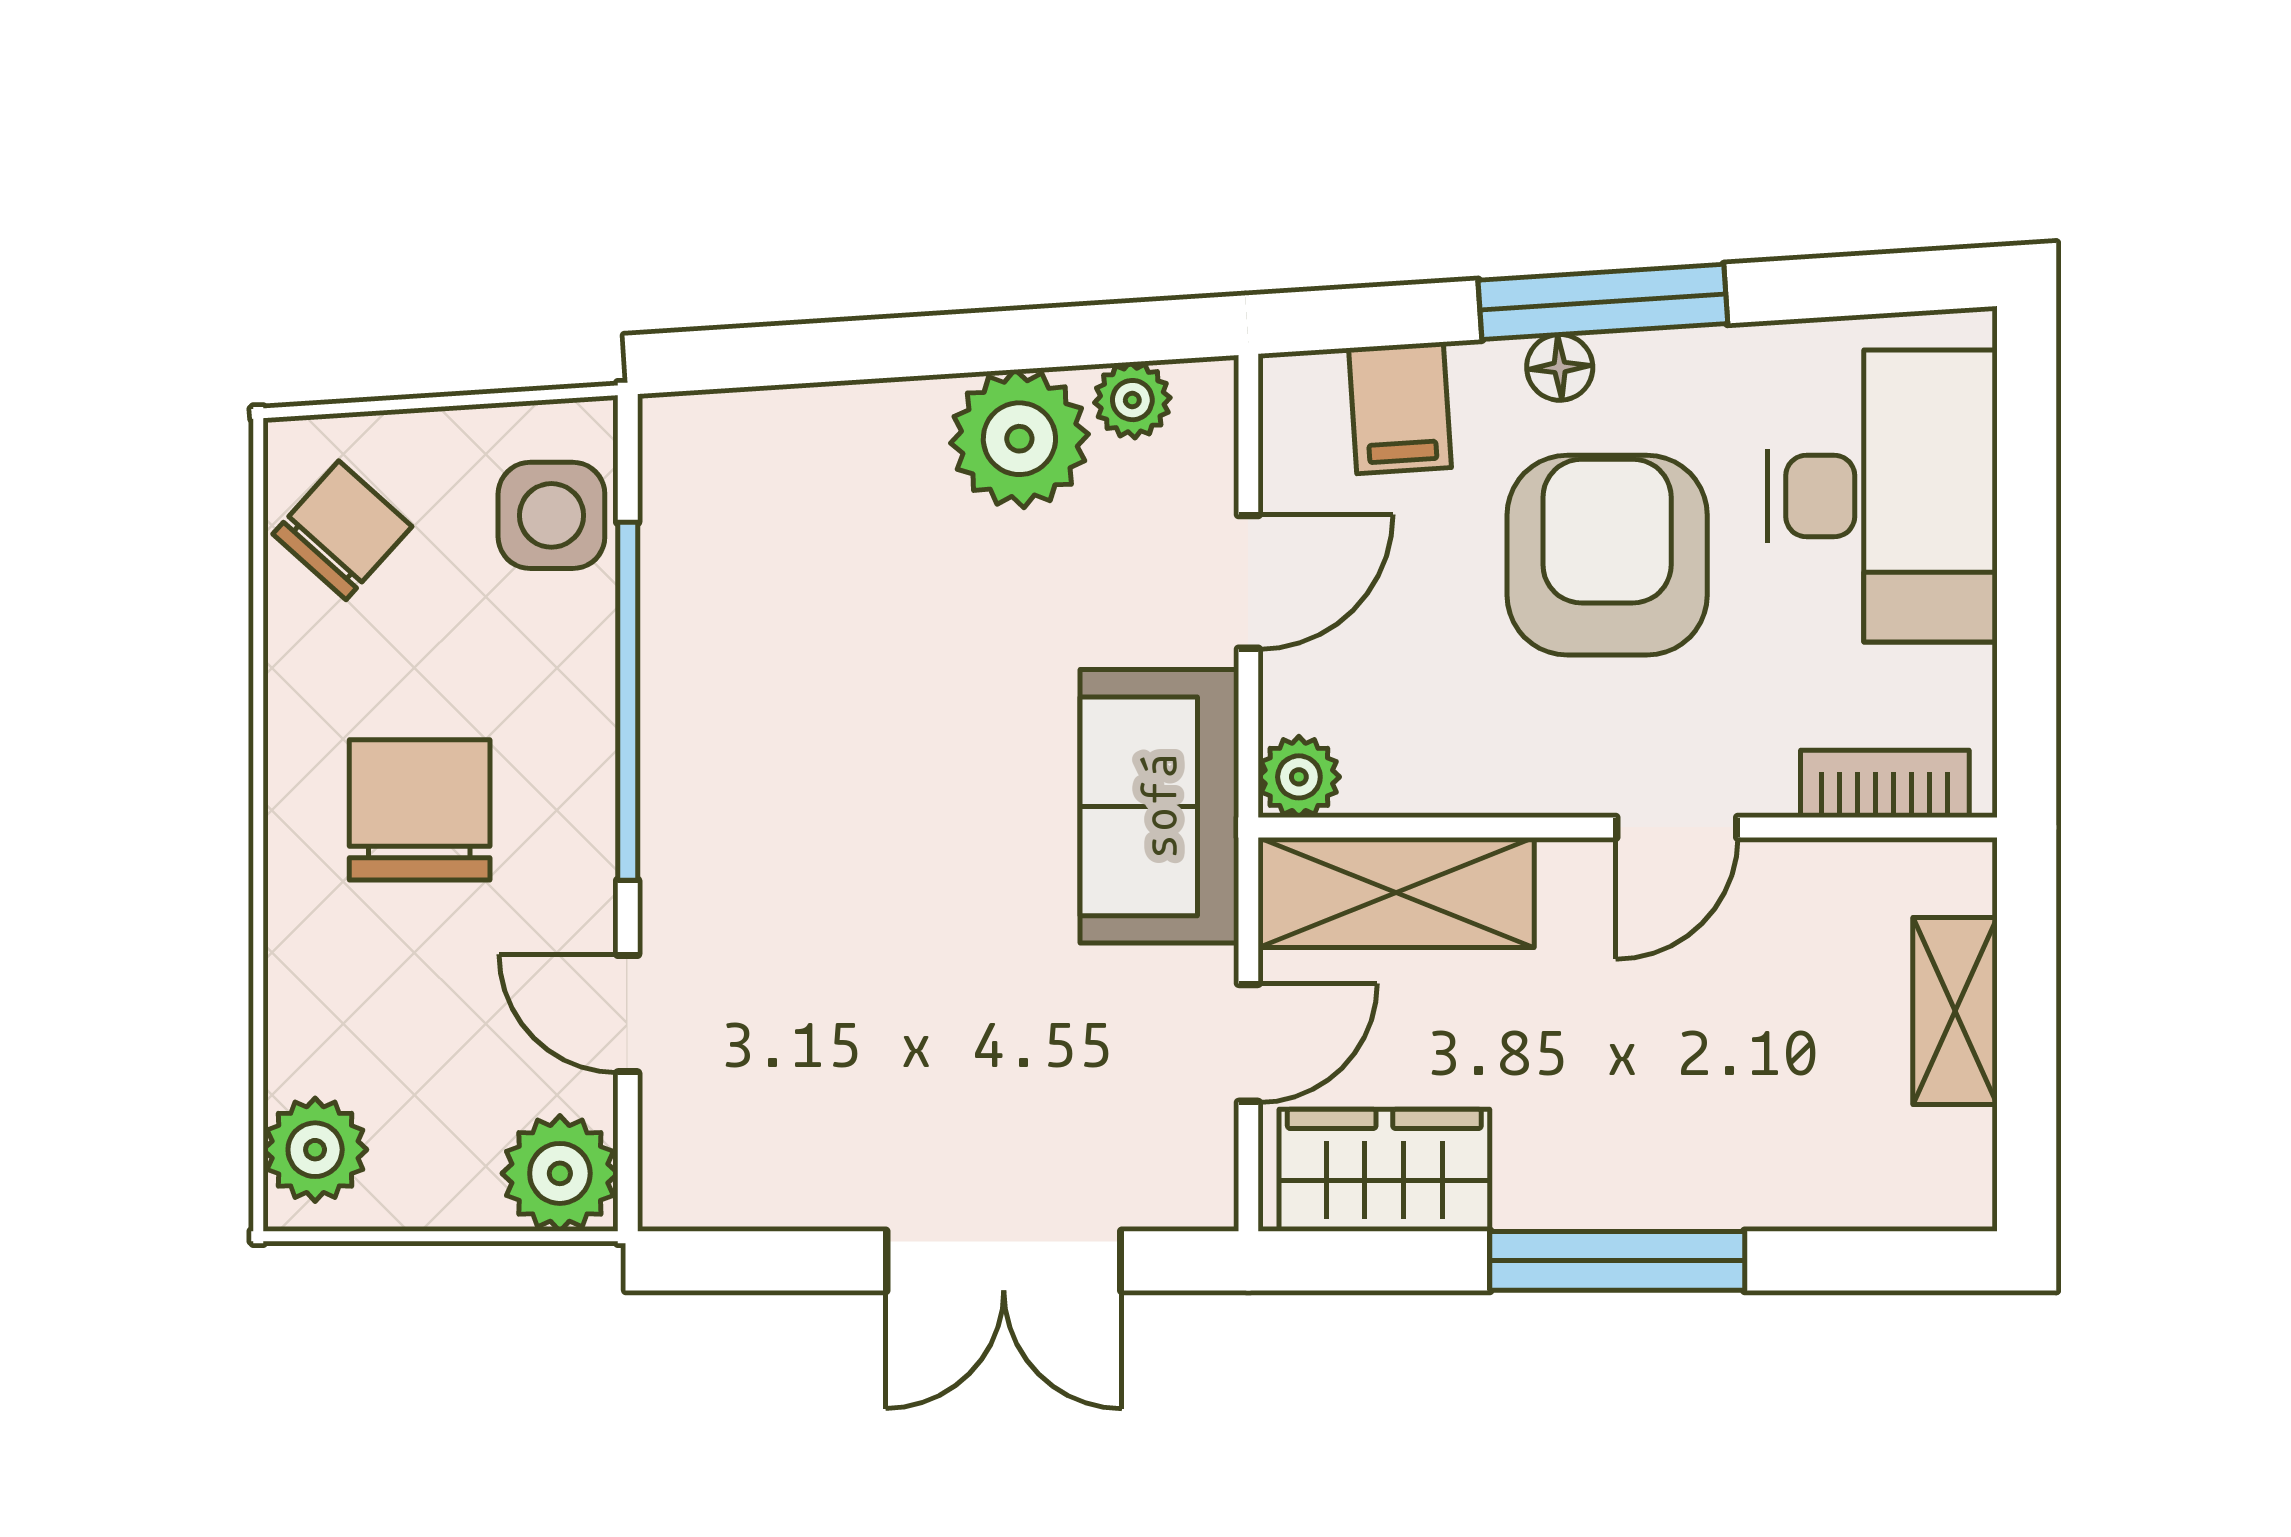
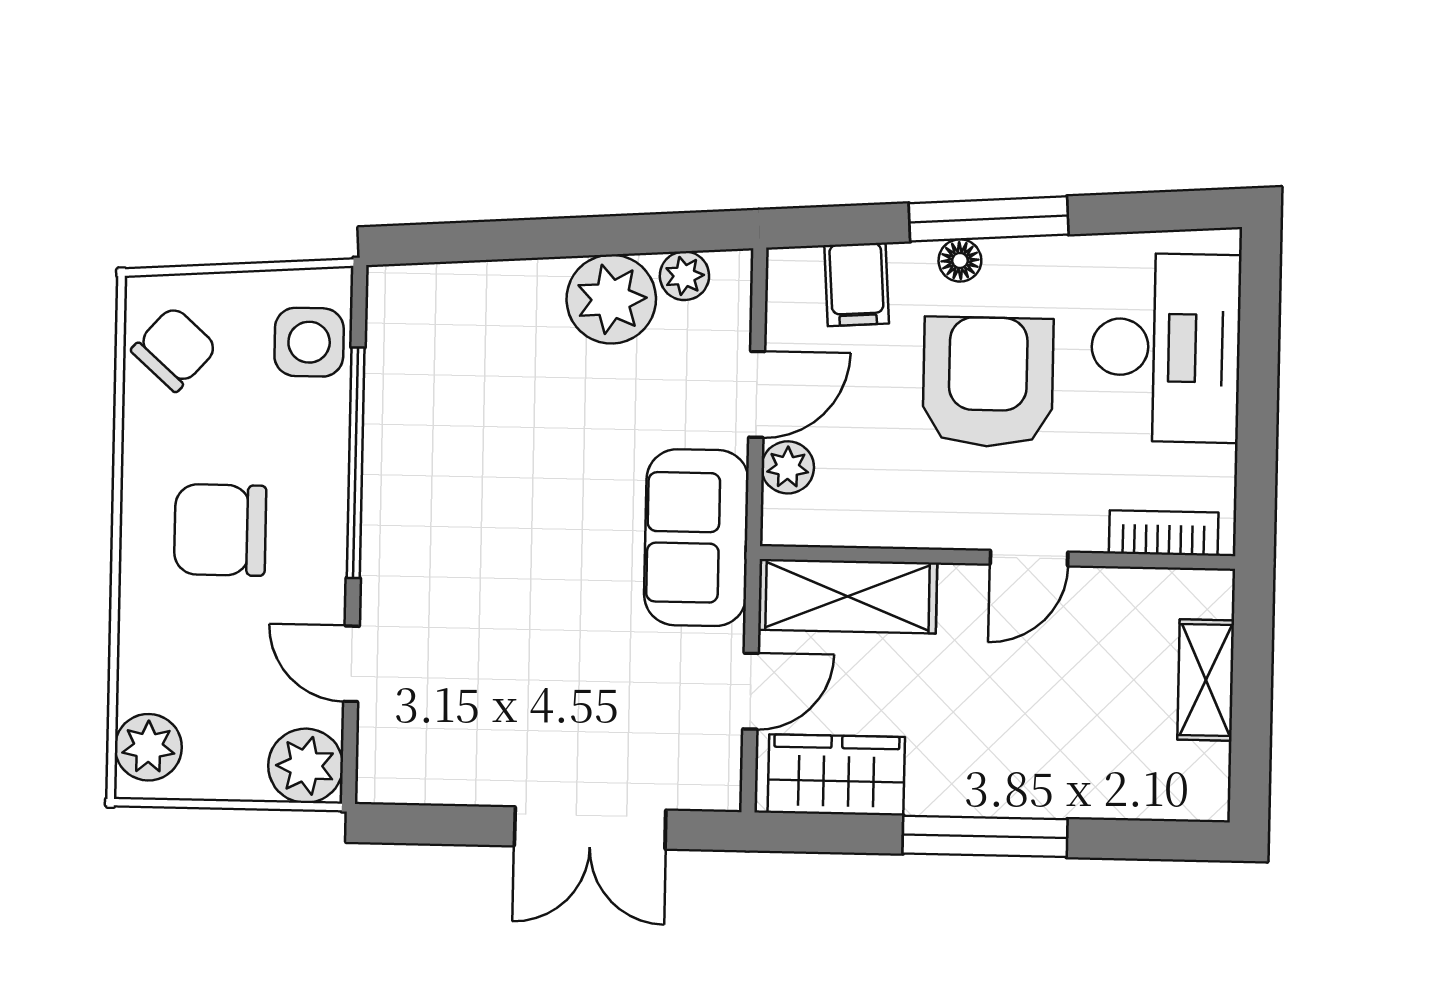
plant: (1299, 777) -> (788, 467), moved
chair: (420, 810) -> (220, 530), turned -90

